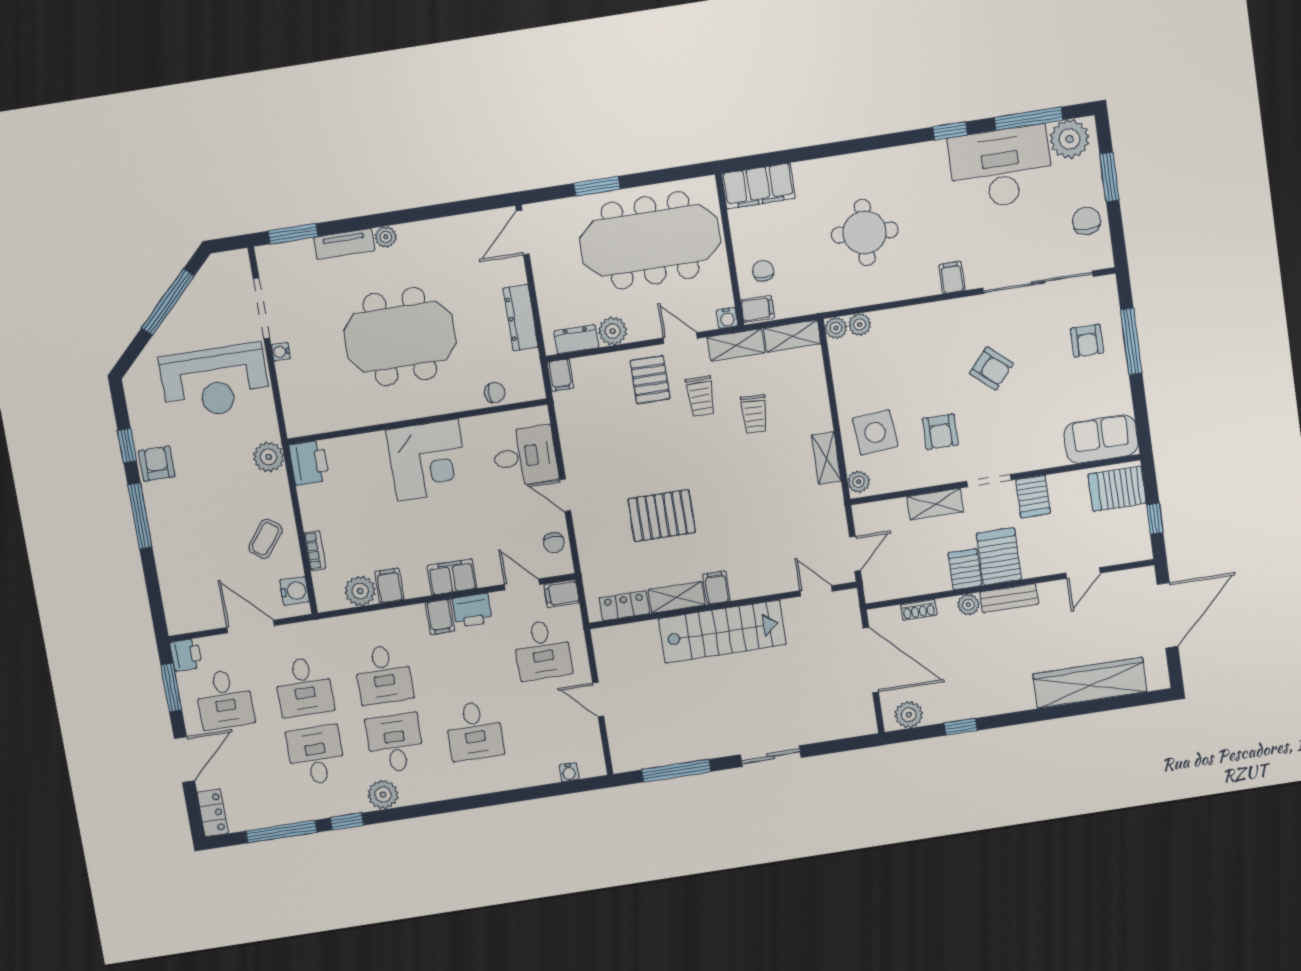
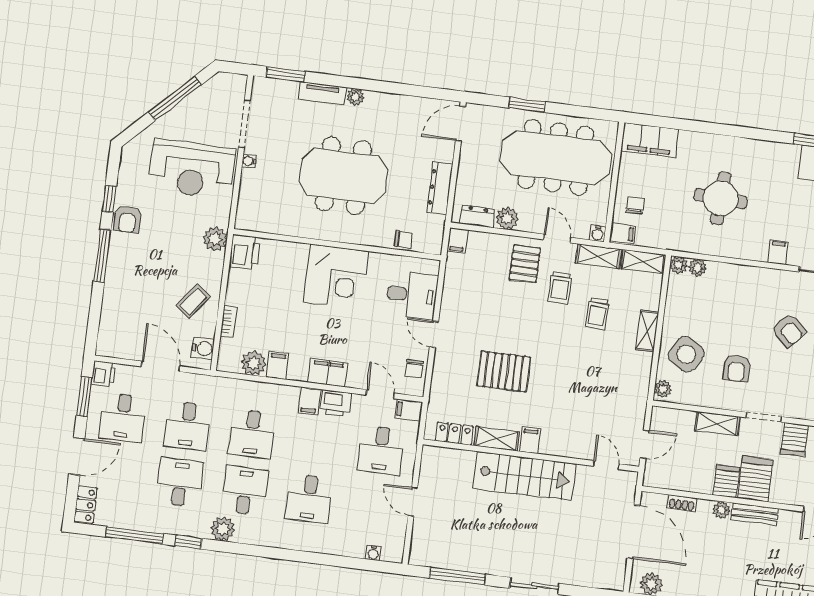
side table: (875, 432) -> (686, 354), turned 38
shelving: (826, 458) -> (647, 331), moved
armchair: (157, 464) -> (128, 219), turned 180

